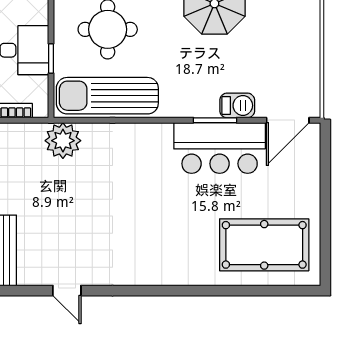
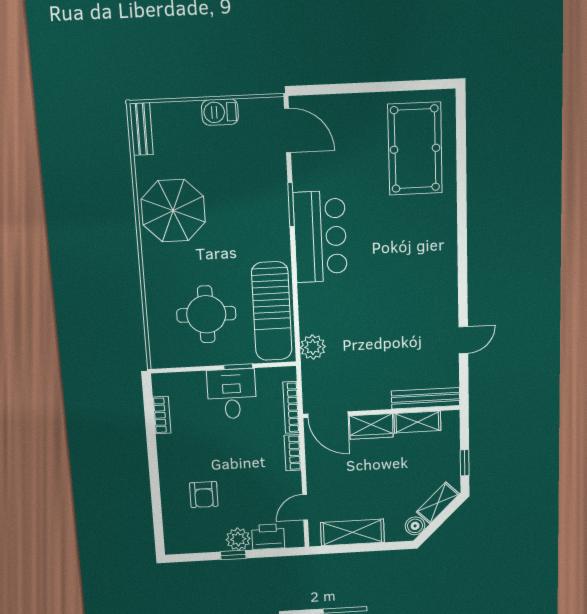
barbecue: (237, 105) -> (220, 112), moved, turned -90
plant: (63, 141) -> (313, 347), width x0.73, depth x0.73
bar counter: (220, 148) -> (320, 237), moved

